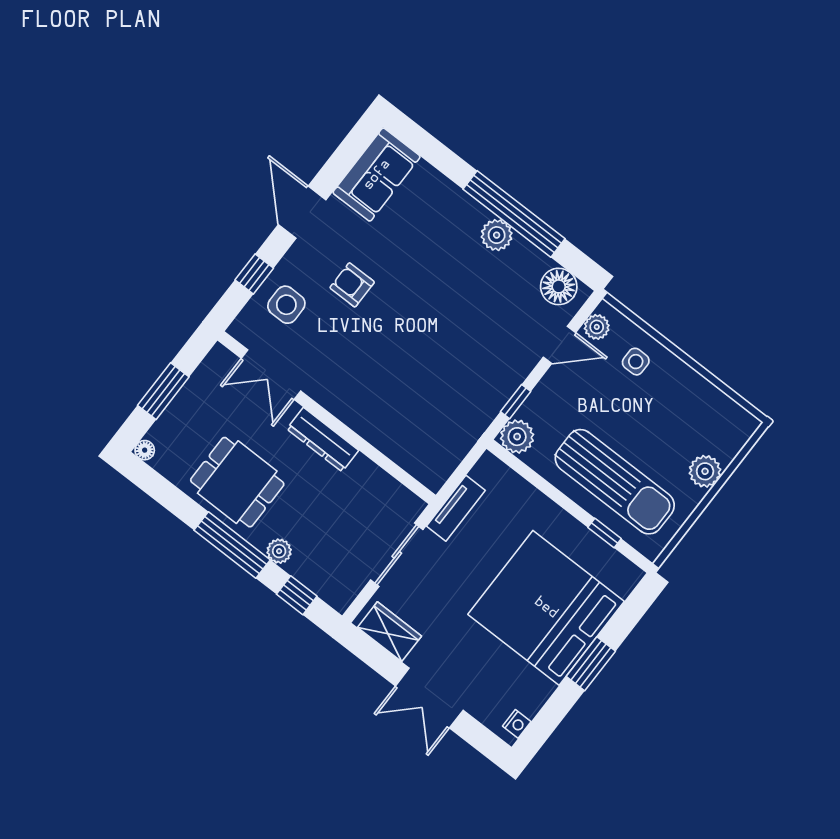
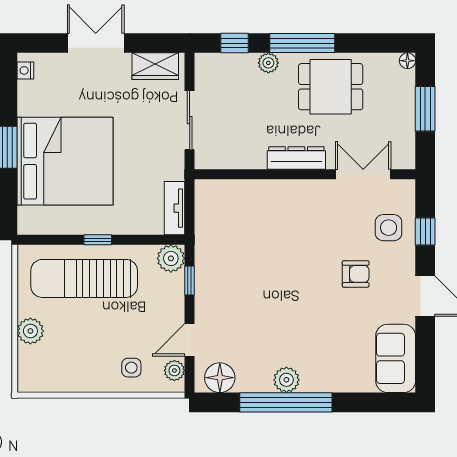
tv unit: (456, 508) -> (175, 208), moved
window: (604, 533) -> (98, 240), moved

